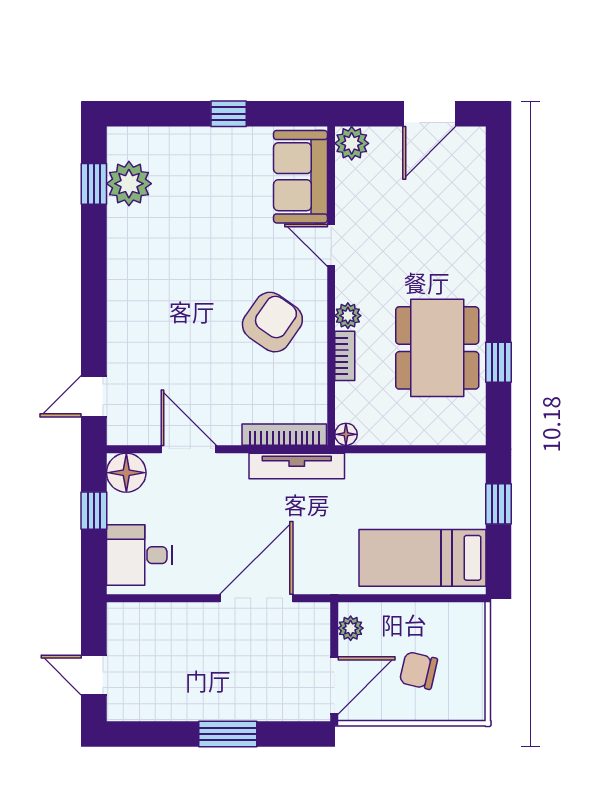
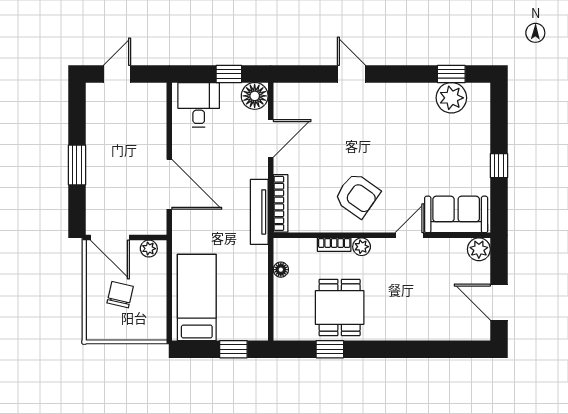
dining table: (437, 348) -> (340, 308), width x0.73
door: (94, 396) -> (351, 74), moved
floor lamp: (346, 434) -> (281, 270), moved

